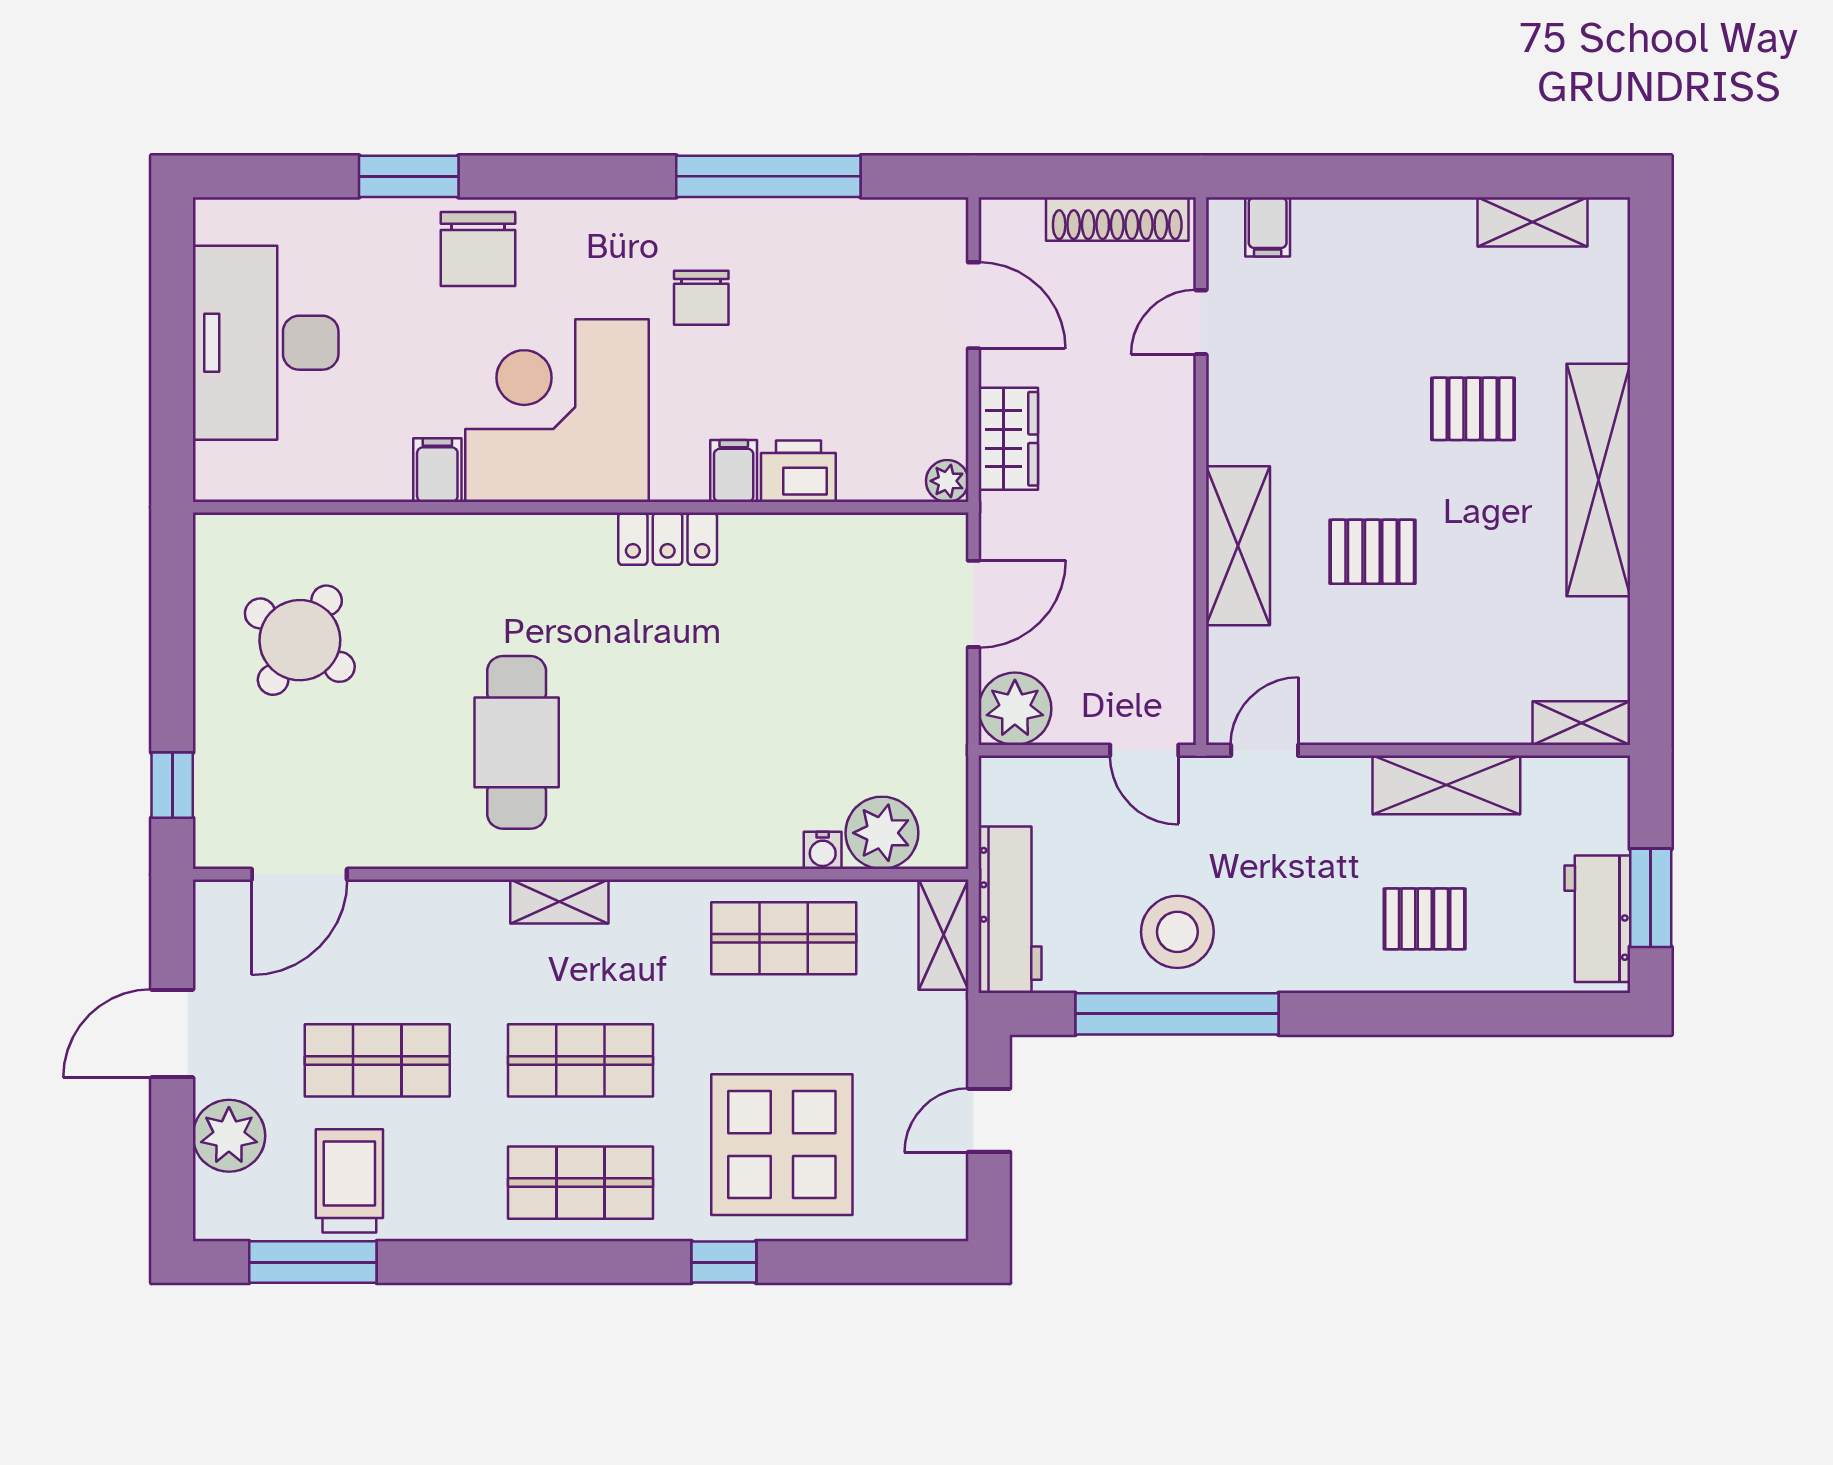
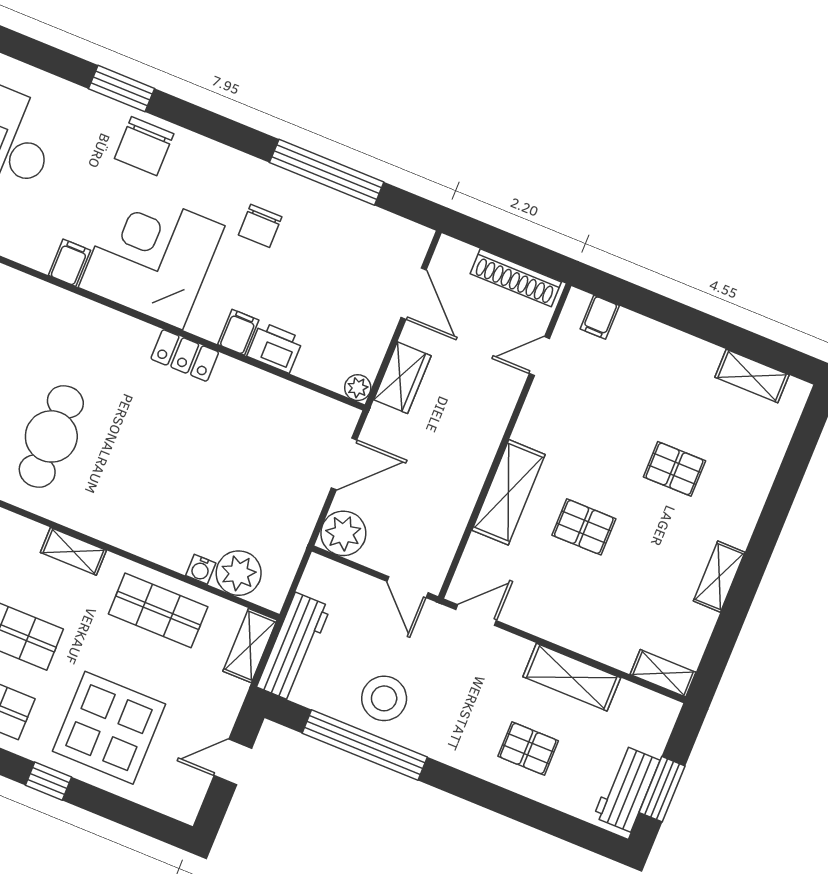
shelving: (1598, 480) -> (719, 577), width x0.45, depth x0.75
shelving: (559, 901) -> (73, 551), moved

